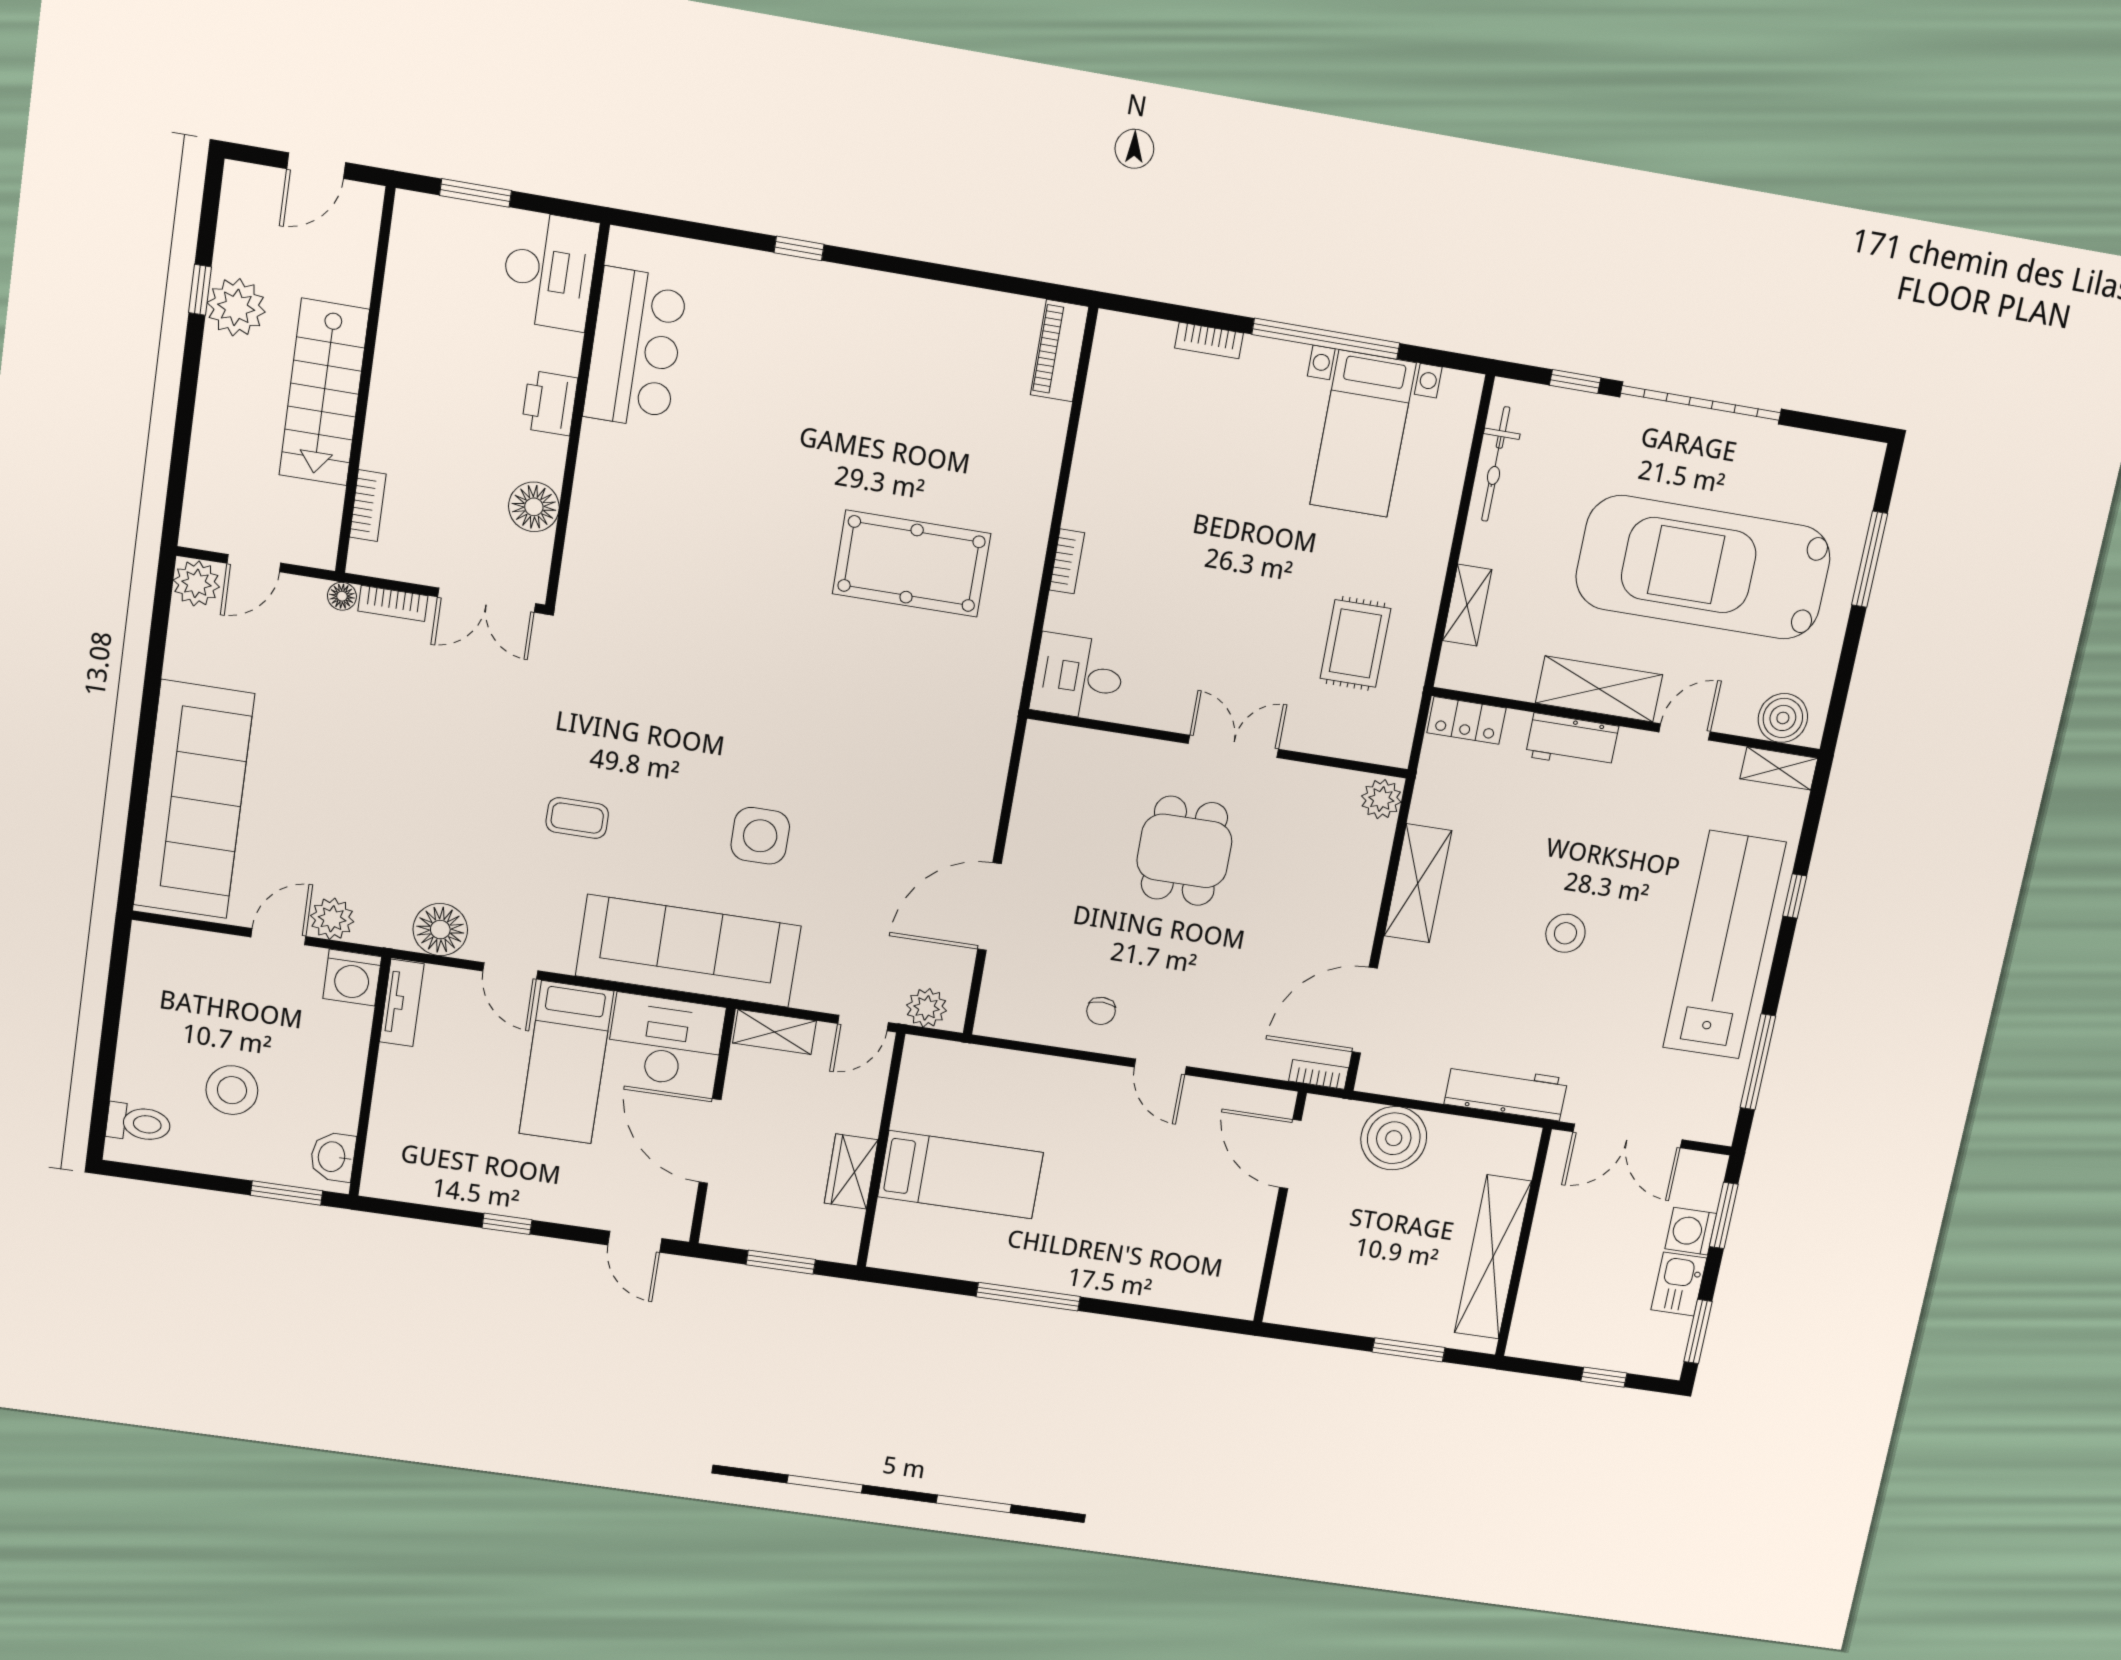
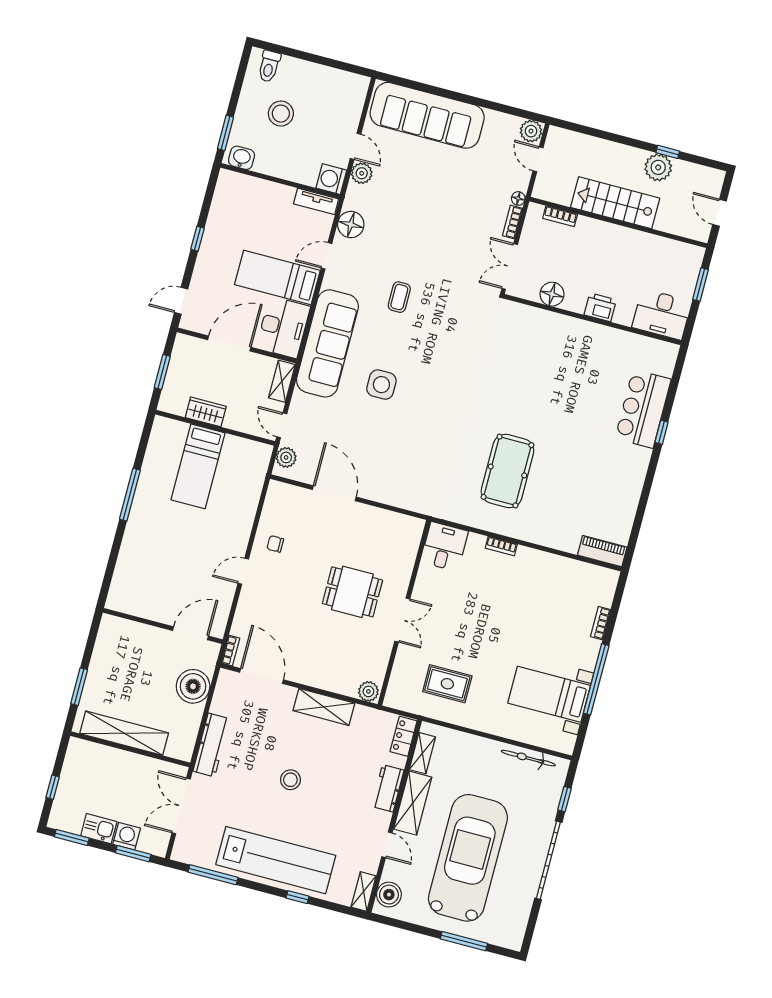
bar counter: (635, 348) -> (643, 409), moved, turned 90
shelving: (1467, 605) -> (422, 753), moved, turned 90

